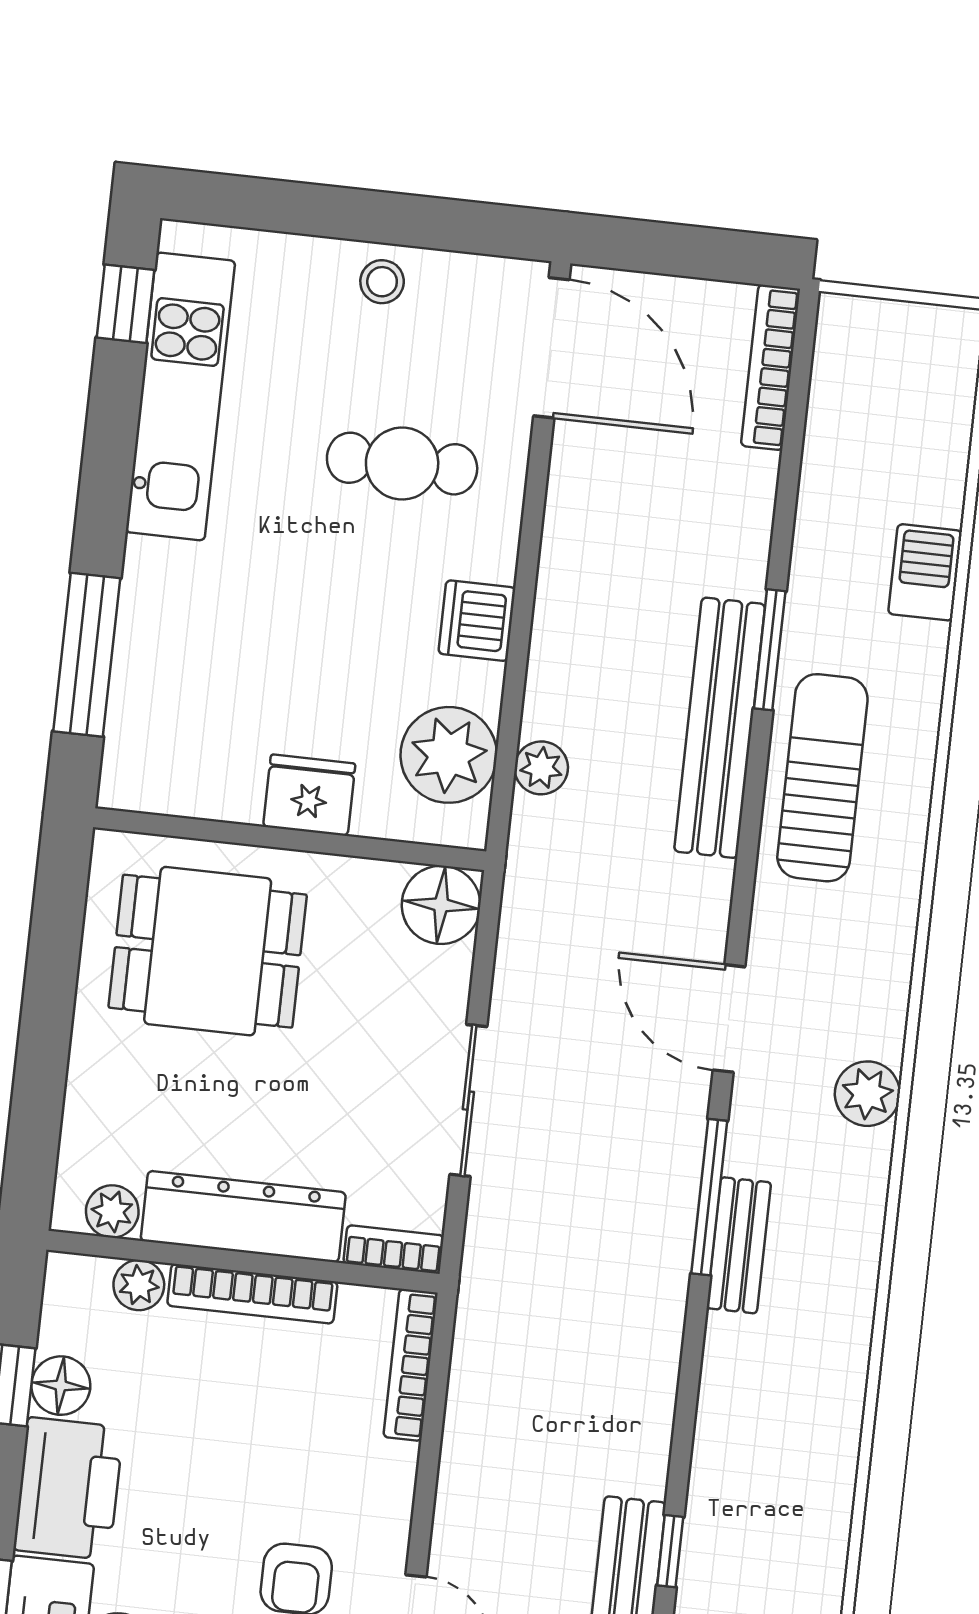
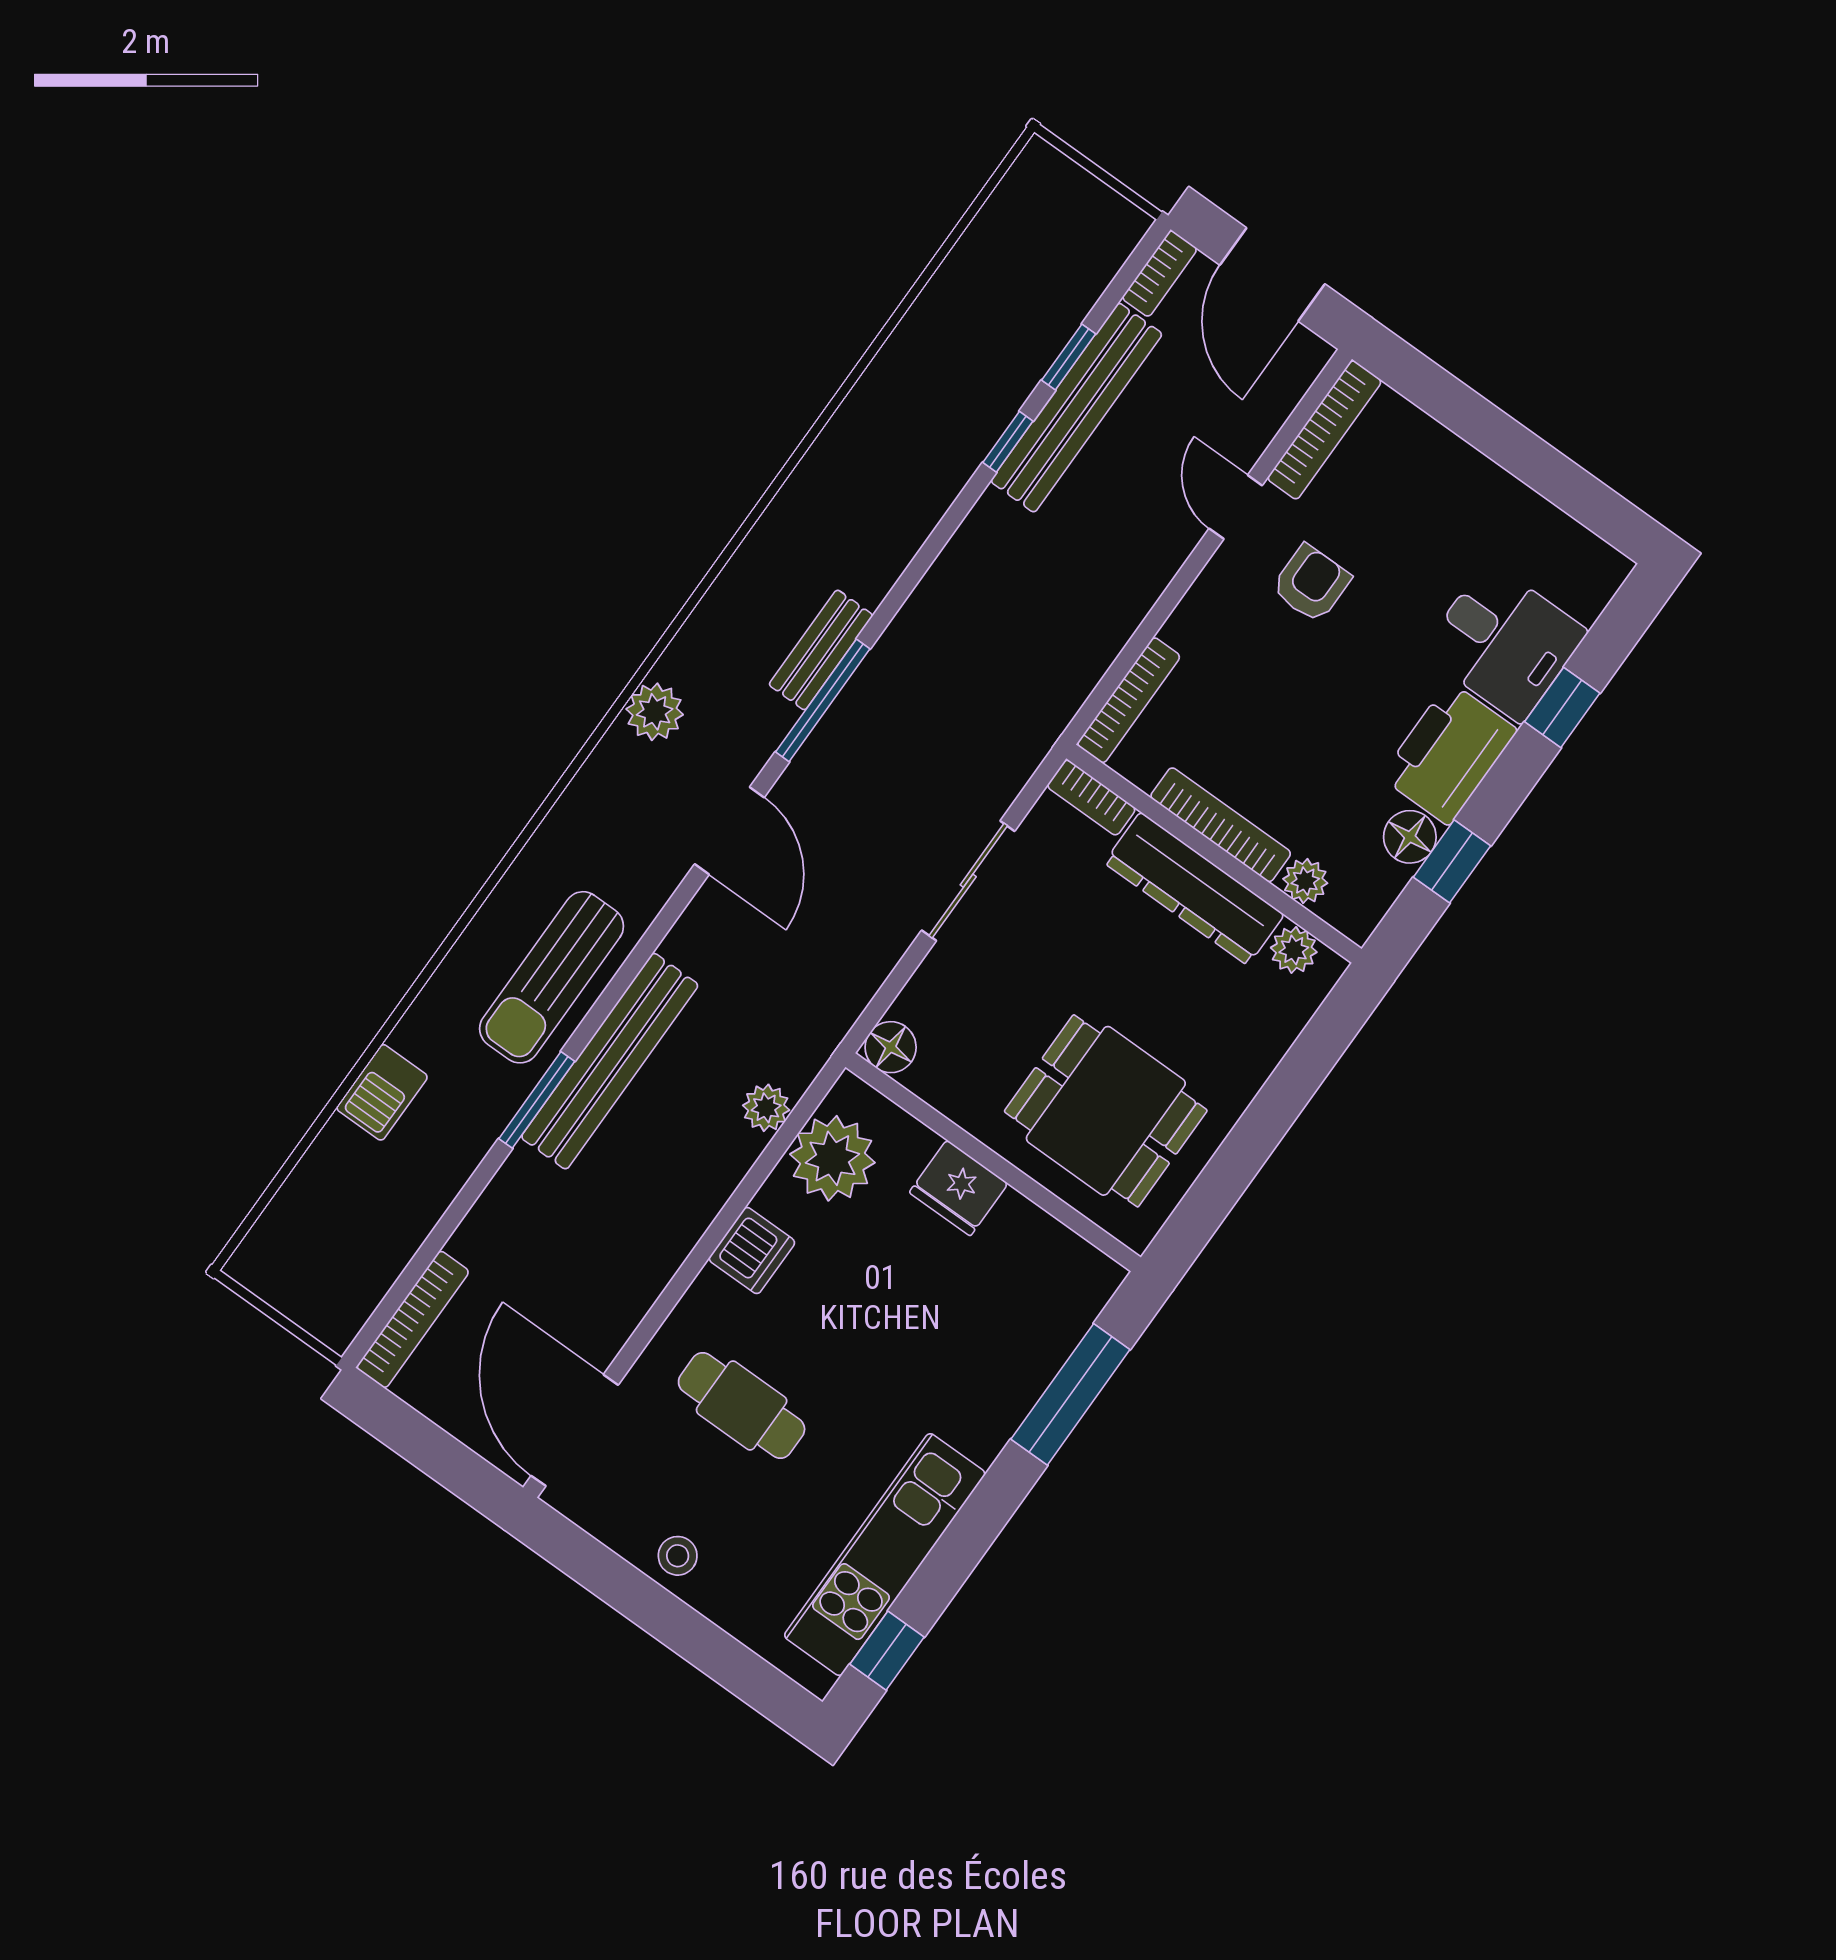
floor lamp: (441, 905) -> (891, 1047), width x0.73, depth x0.73

